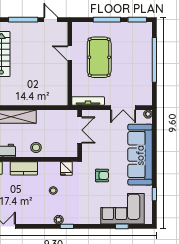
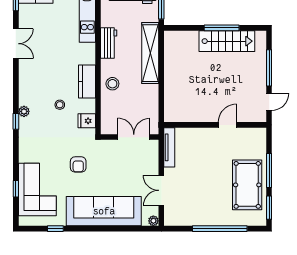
pool table: (99, 57) -> (247, 185), moved, turned 90
double door: (80, 130) -> (134, 137), swing flipped
kitchen counter: (24, 168) -> (87, 81), moved

